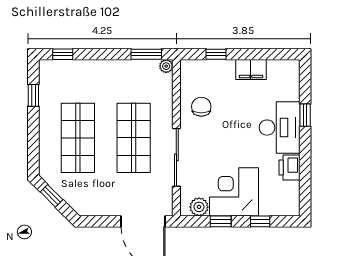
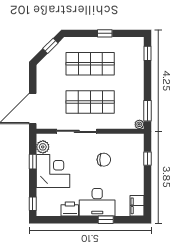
filing cabinet: (251, 70) -> (137, 206), moved
window: (33, 95) -> (105, 33), moved
chair: (201, 107) -> (104, 160), moved
window: (260, 221) -> (33, 204), moved

